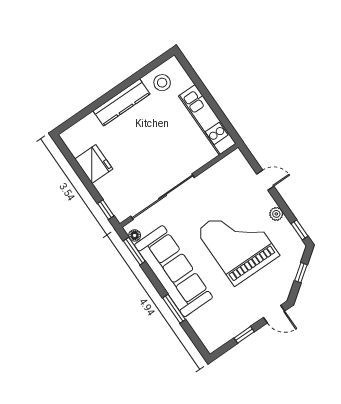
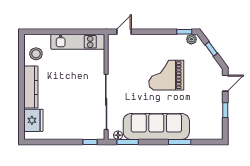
fridge: (94, 164) -> (33, 120), moved, turned 90
door: (265, 180) -> (124, 32), moved
plant: (276, 214) -> (191, 39), moved
grand piano: (238, 243) -> (166, 75), width x0.73, depth x0.68

